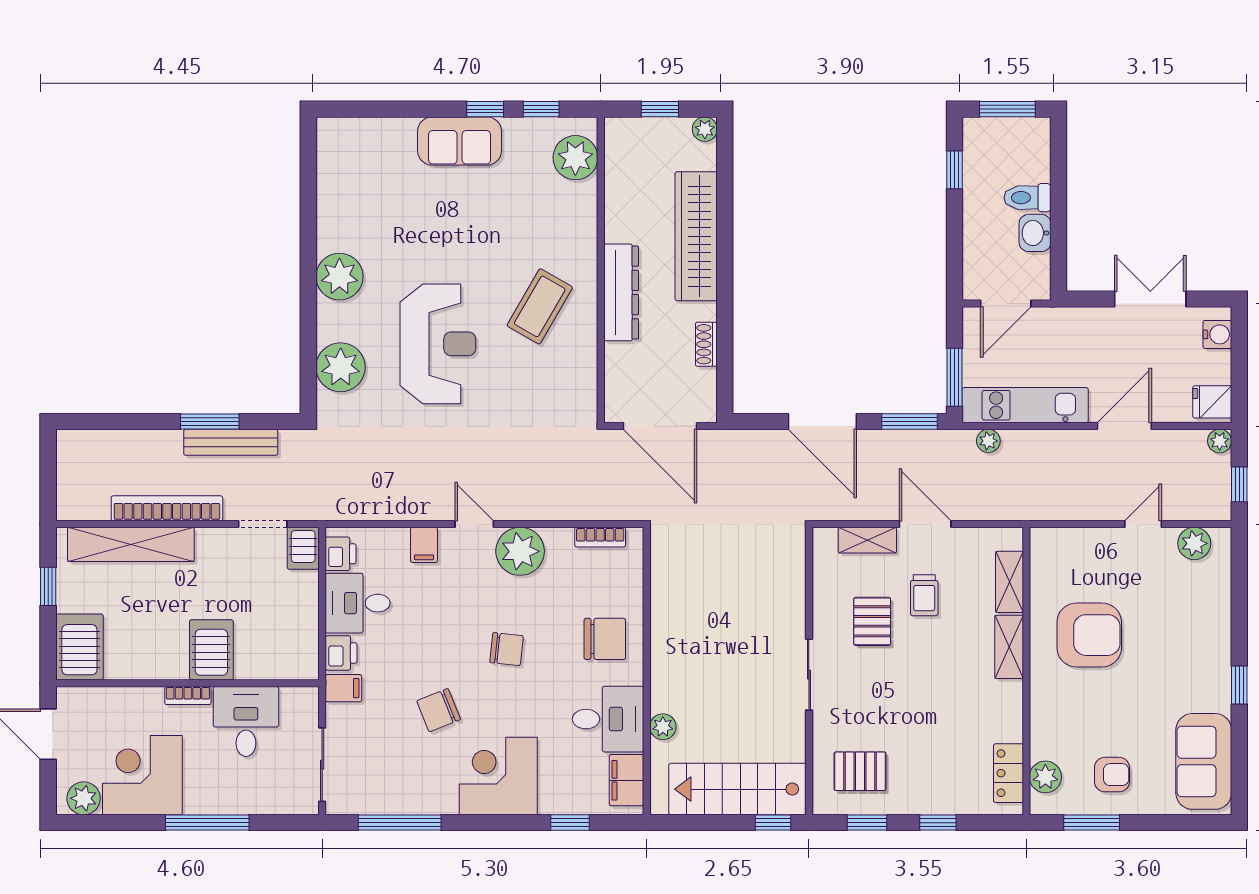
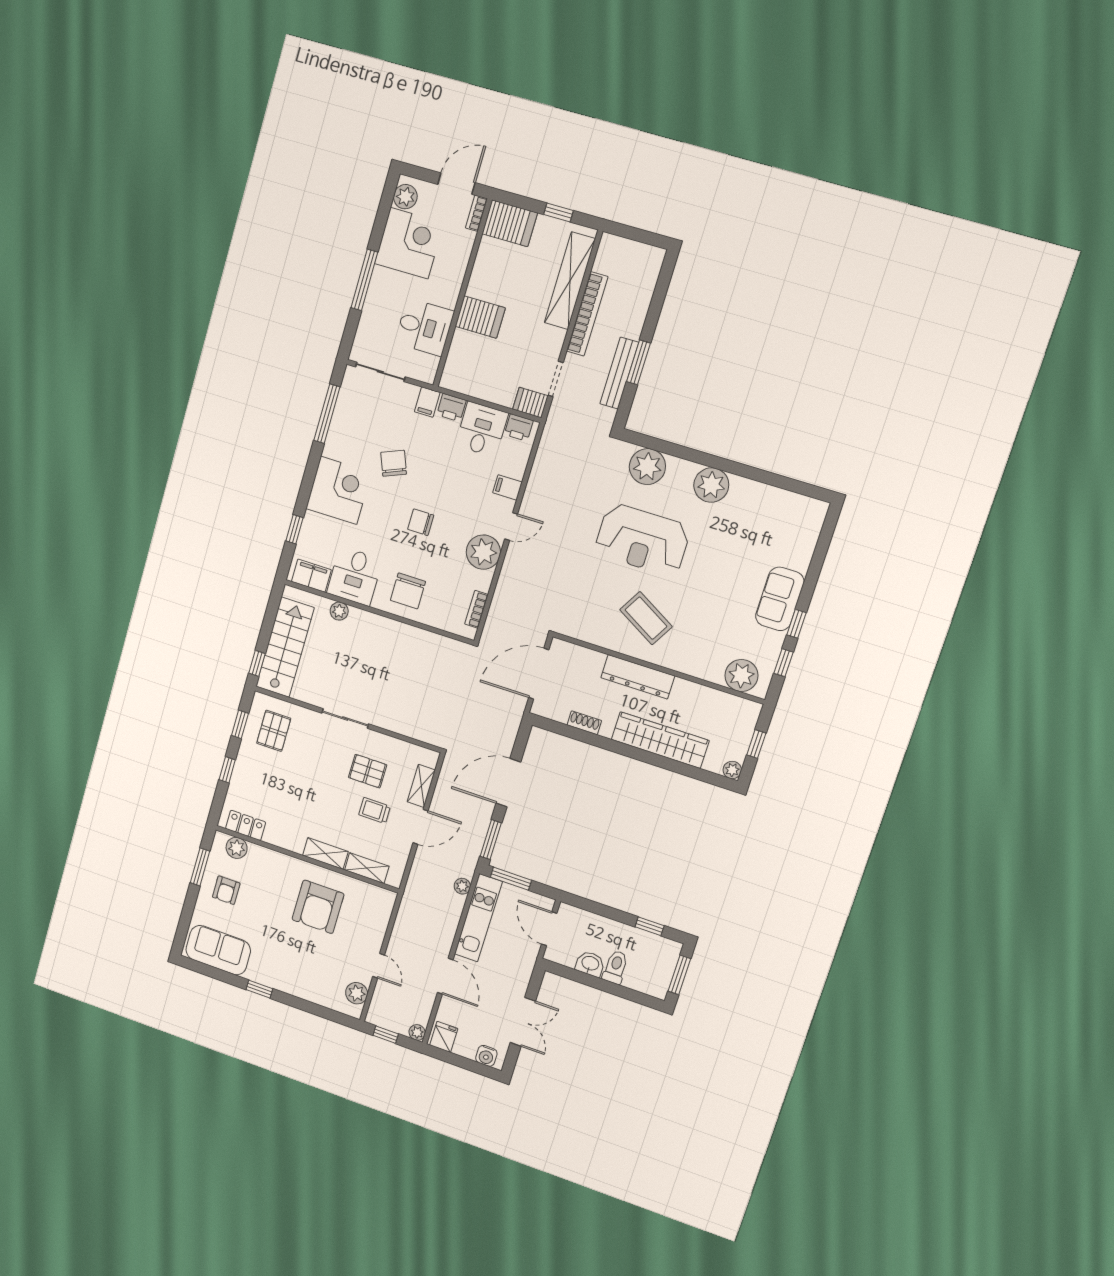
chair: (507, 649) -> (421, 522), turned 84
bookcase: (188, 696) -> (476, 213), moved

